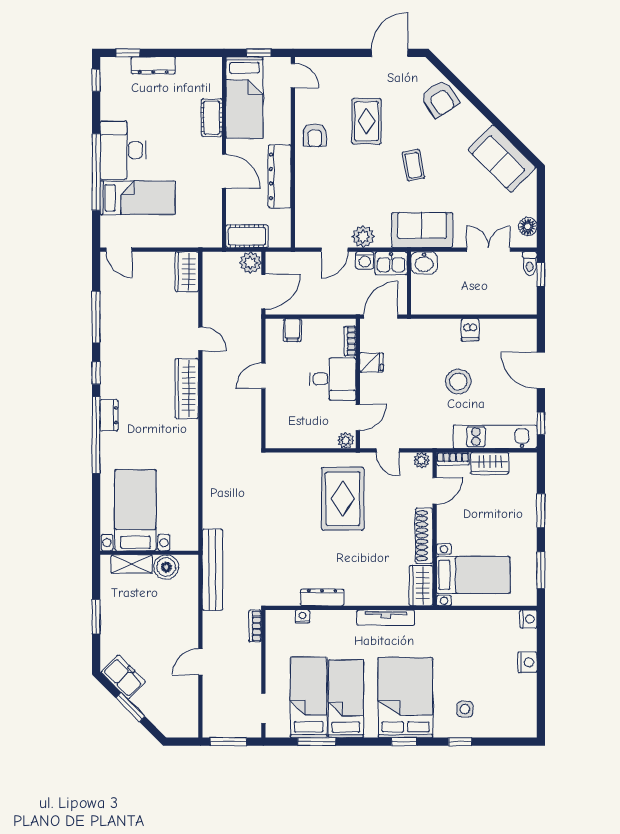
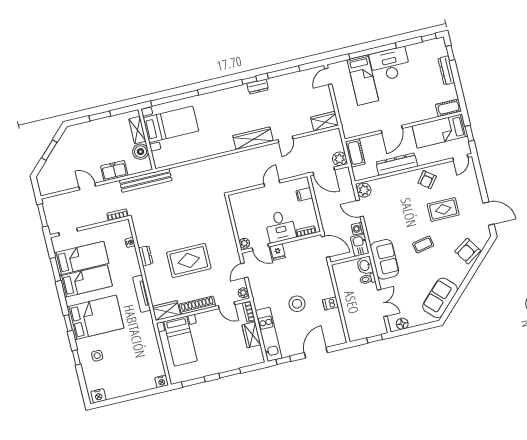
cot: (212, 118) -> (449, 108), moved
armchair: (315, 135) -> (427, 180), turned -52
plant: (363, 237) -> (364, 190), moved
toilet: (530, 263) -> (368, 279), moved
fridge: (371, 362) -> (278, 252), moved
door: (263, 376) -> (272, 183), hinge flipped
dresser: (109, 415) -> (258, 87), moved
window: (96, 435) -> (175, 98), moved
rug: (343, 499) -> (189, 260), moved
dresser: (322, 597) -> (146, 256), width x0.70
nightstand: (527, 662) -> (98, 396), moved
freezer: (123, 677) -> (114, 171), moved, turned -135

